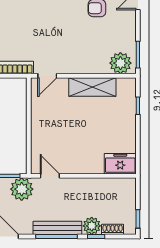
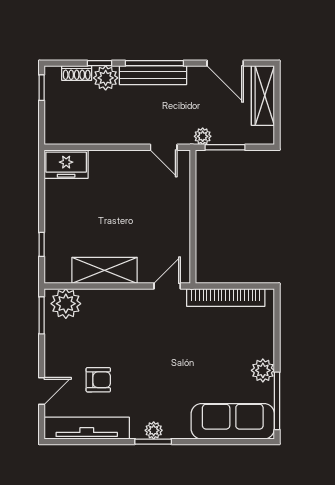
plant: (22, 189) -> (203, 136), width x0.53, depth x0.53

